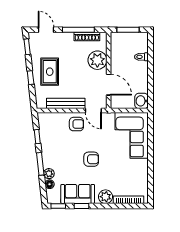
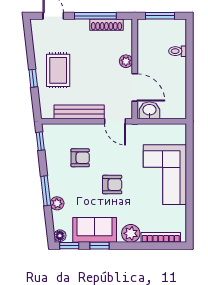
window: (27, 47) -> (29, 38), removed
plant: (97, 60) -> (126, 61), width x0.53, depth x0.53
washbasin: (142, 101) -> (149, 110), moved, turned 90
armchair: (76, 124) -> (80, 158), moved
corner sofa: (132, 135) -> (165, 175), moved
window: (37, 137) -> (40, 141), moved
floor lamp: (50, 184) -> (60, 236), moved

